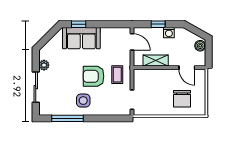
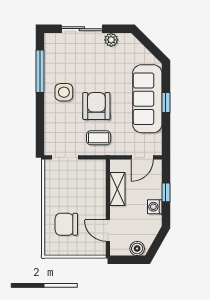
window: (79, 24) -> (166, 103), moved
sofa: (81, 38) -> (147, 99), width x1.36
door: (187, 68) -> (108, 231), hinge flipped

